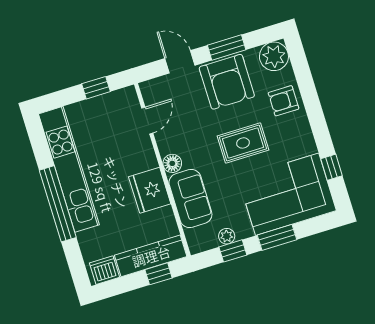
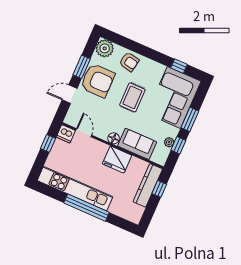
armchair: (284, 101) -> (129, 62), turned -79
dishwasher: (104, 270) -> (66, 134), moved, turned -90

